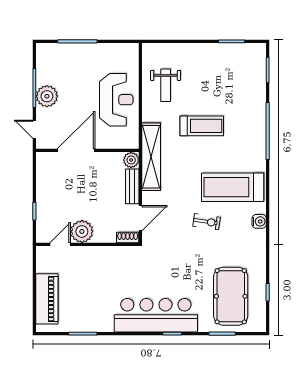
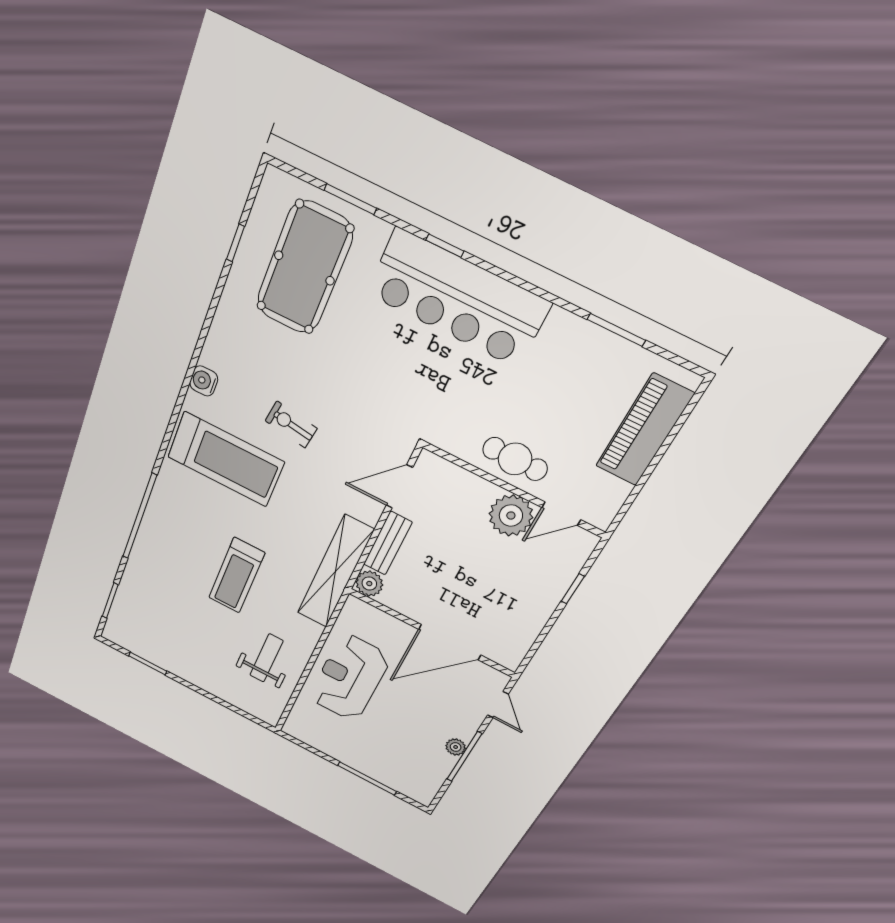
plant: (47, 96) -> (456, 747), width x0.53, depth x0.53
treadmill: (202, 126) -> (237, 575), turned -90
shoe rack: (128, 237) -> (437, 466), removed
cafe table: (94, 259) -> (515, 459), added

